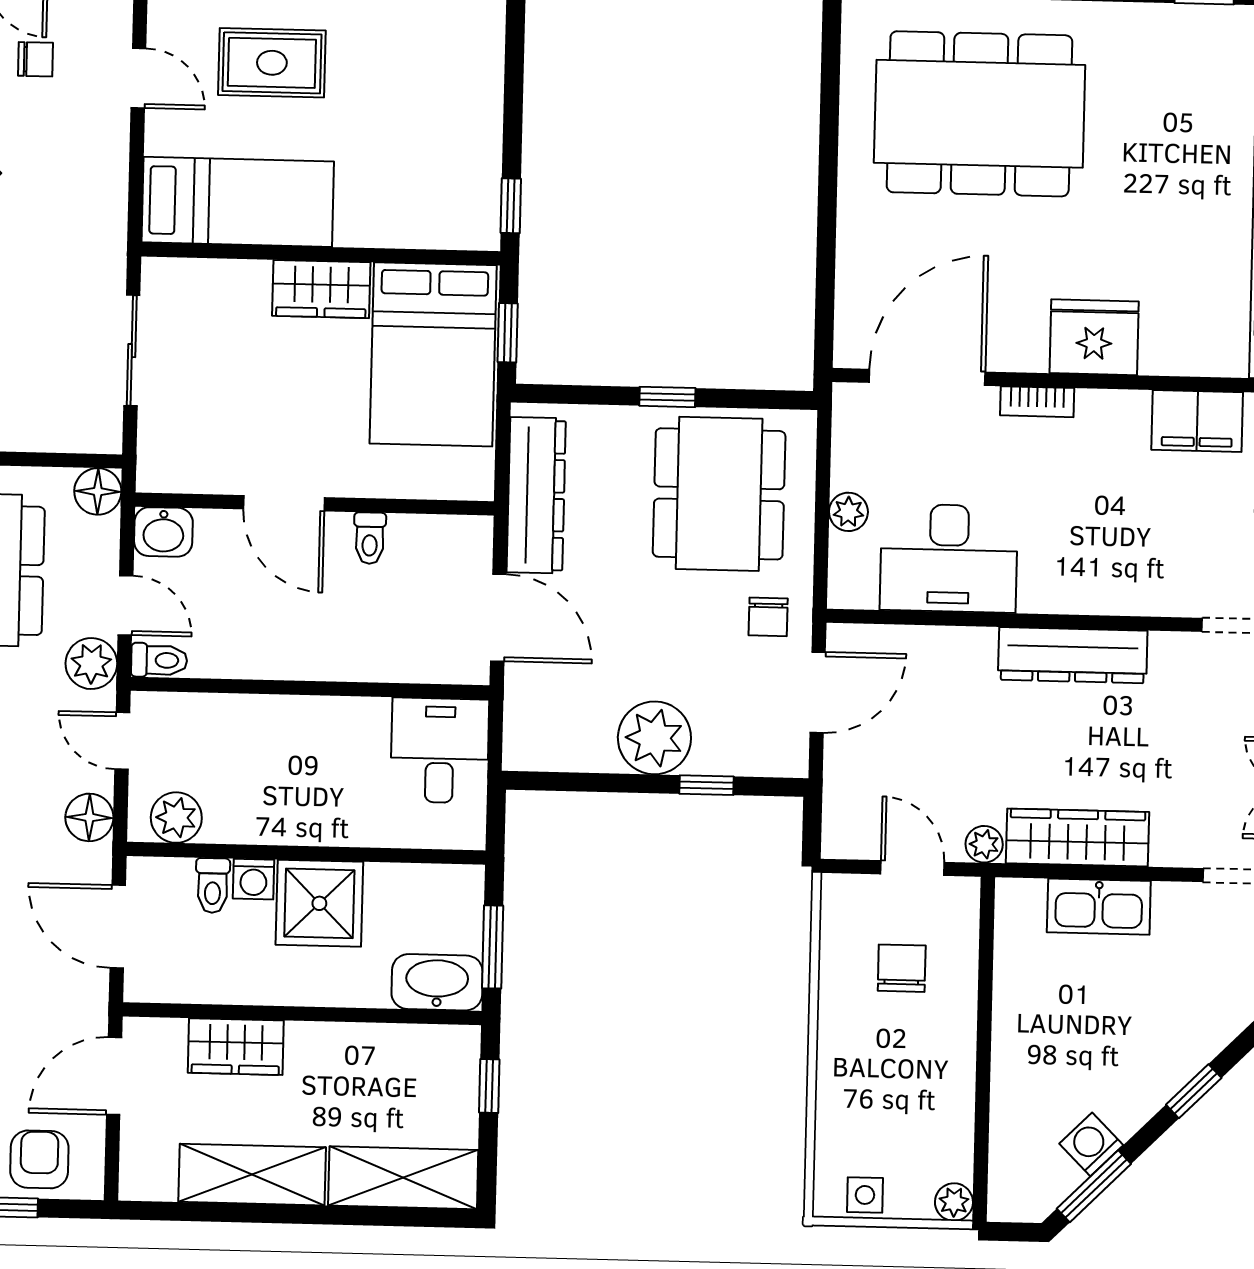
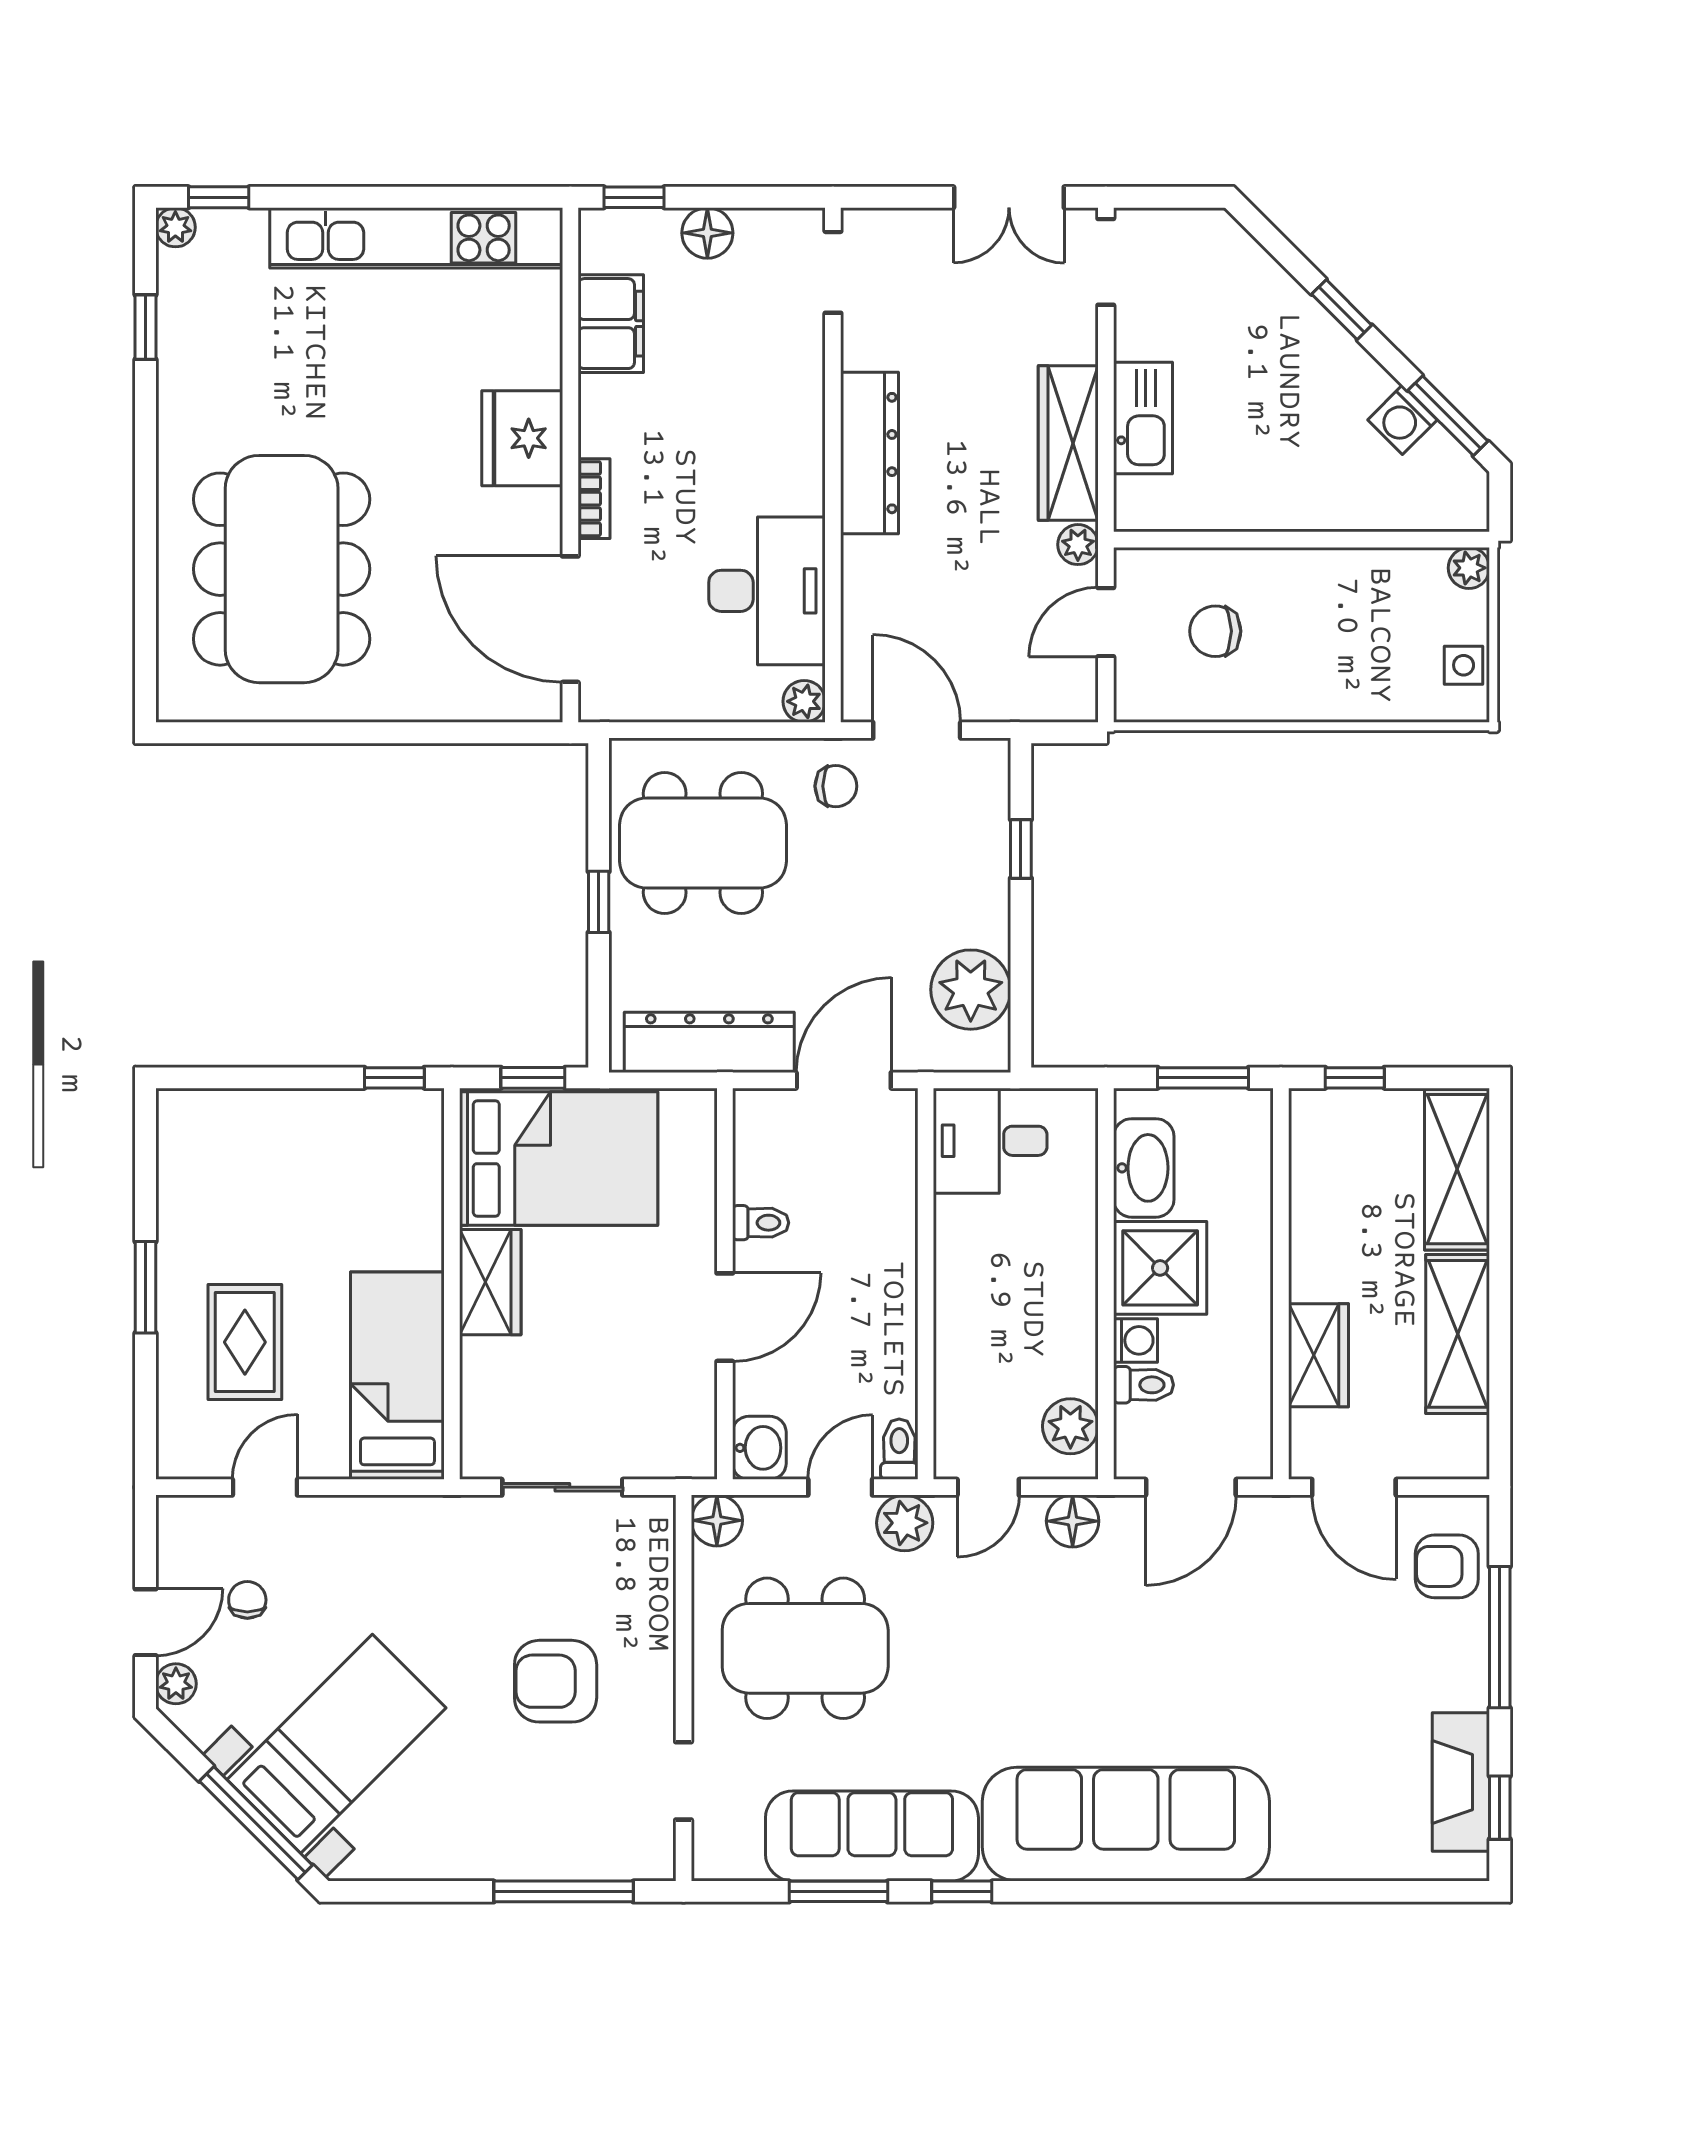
plant: (848, 512) -> (804, 701), moved
plant: (654, 738) -> (971, 990), moved
washbasin: (437, 982) -> (1144, 1168), moved, turned 180

